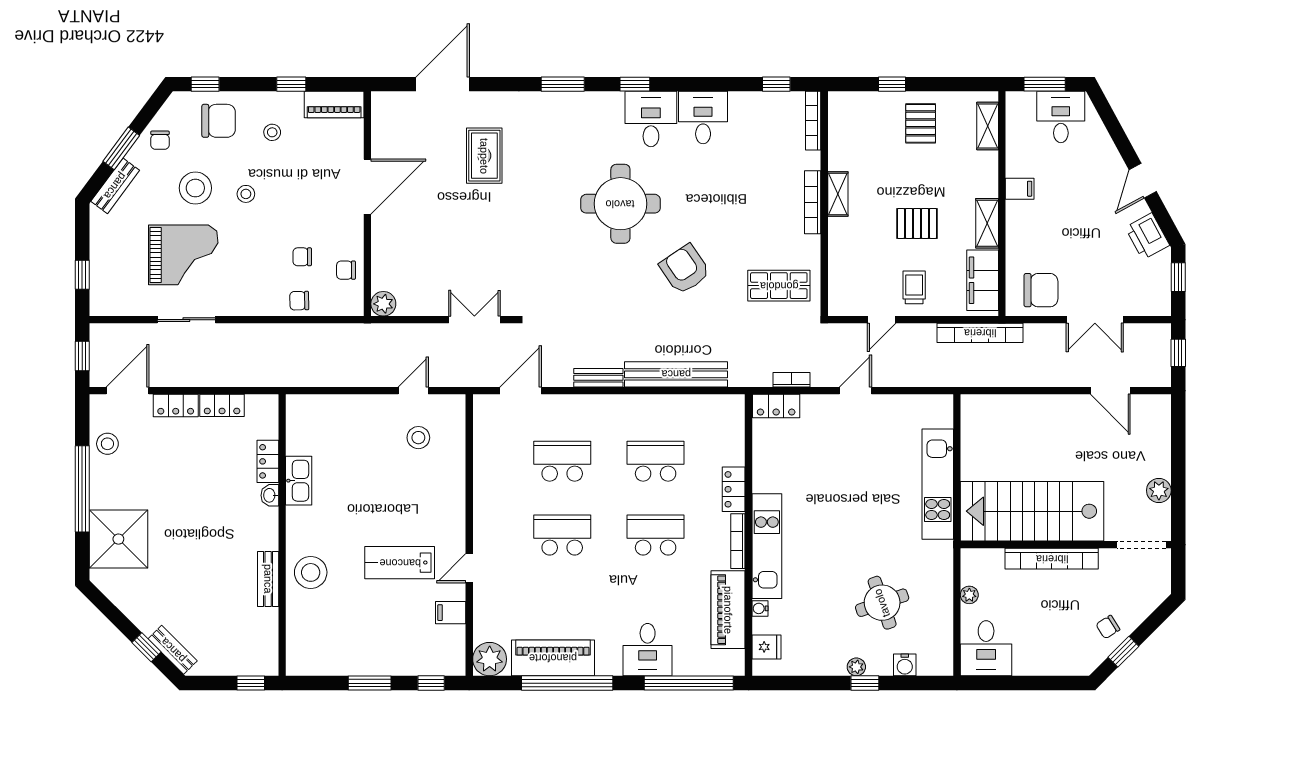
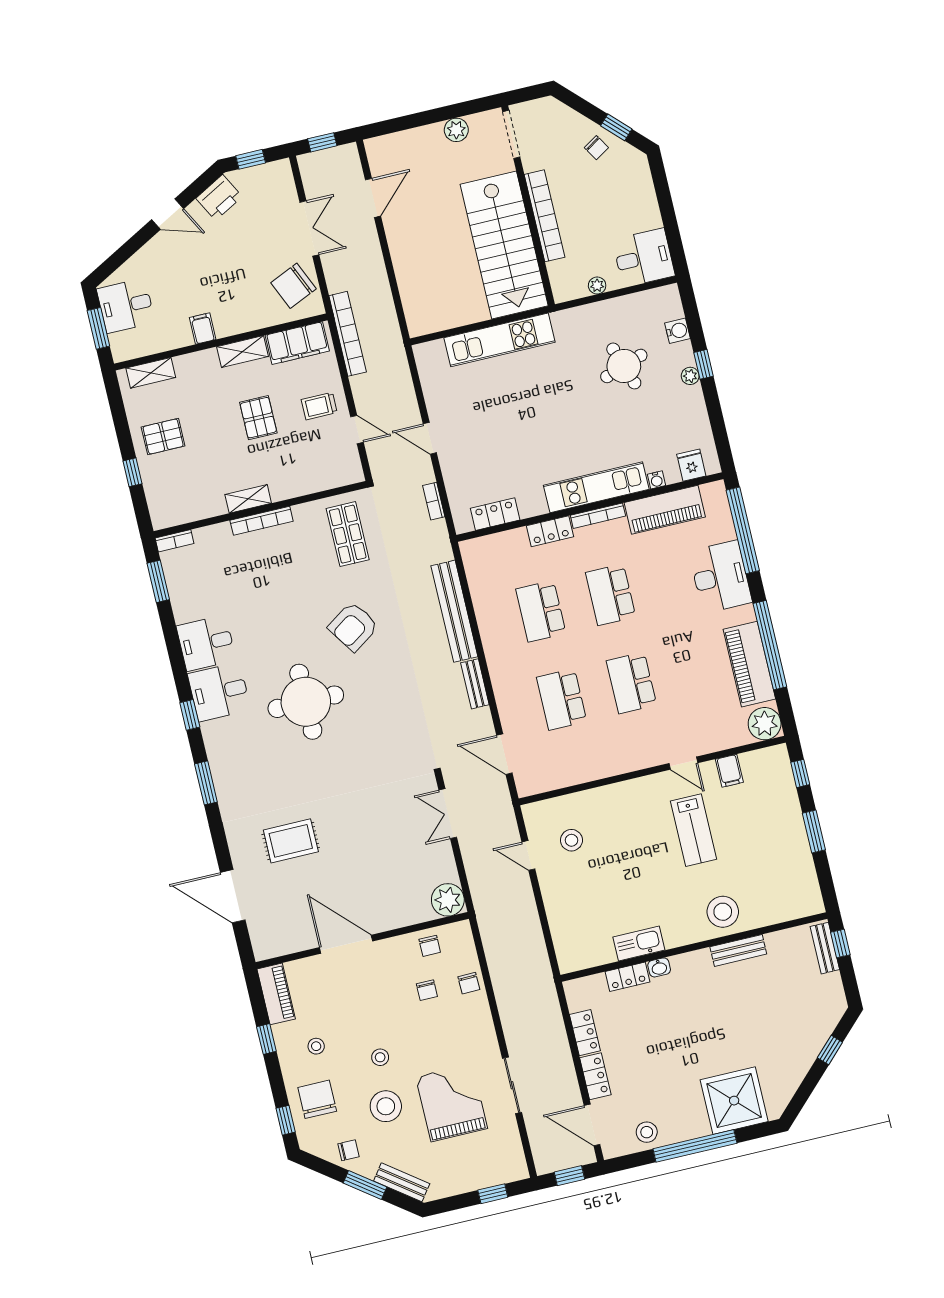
window: (776, 84) -> (158, 581), width x1.50
bookcase: (813, 121) -> (175, 541), width x0.64
chair: (1041, 290) -> (294, 286), turned -114
plant: (383, 304) -> (448, 900), width x1.36, depth x1.36
locker: (776, 406) -> (495, 514), moved, turned -90
bench: (173, 650) -> (825, 948), moved, turned -45
desk: (648, 650) -> (720, 577), width x1.37

